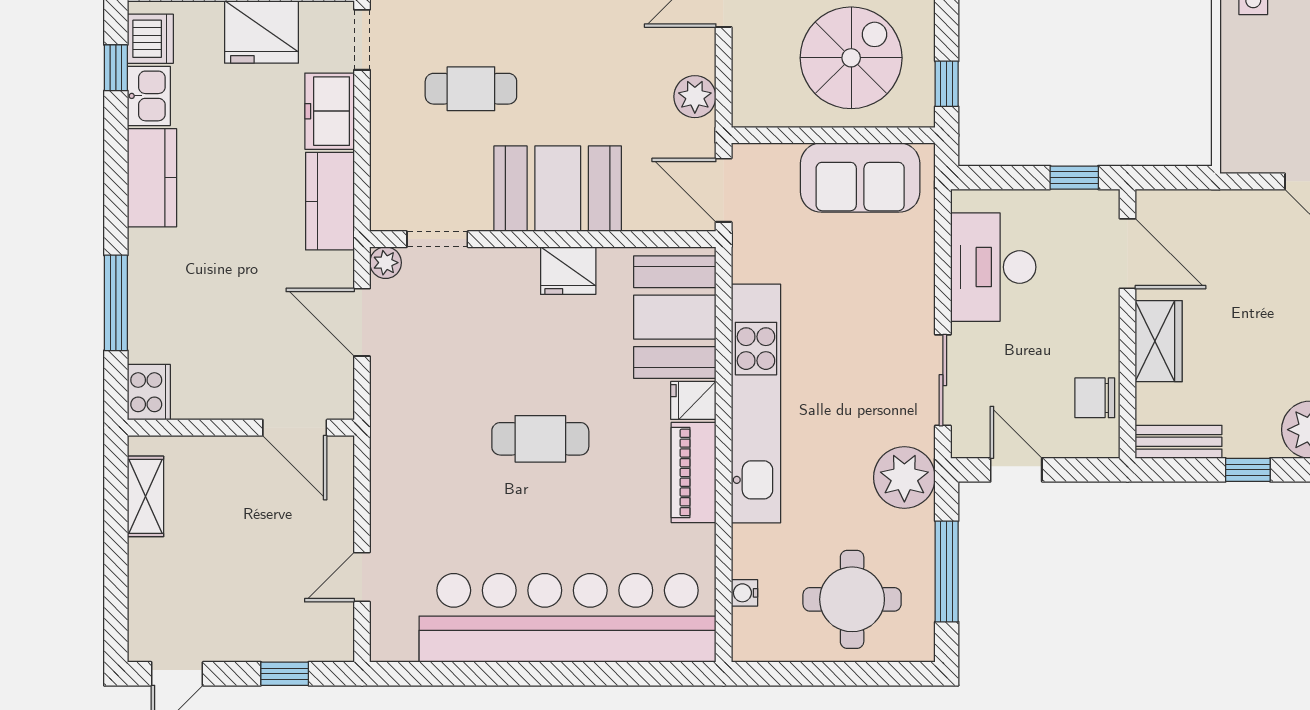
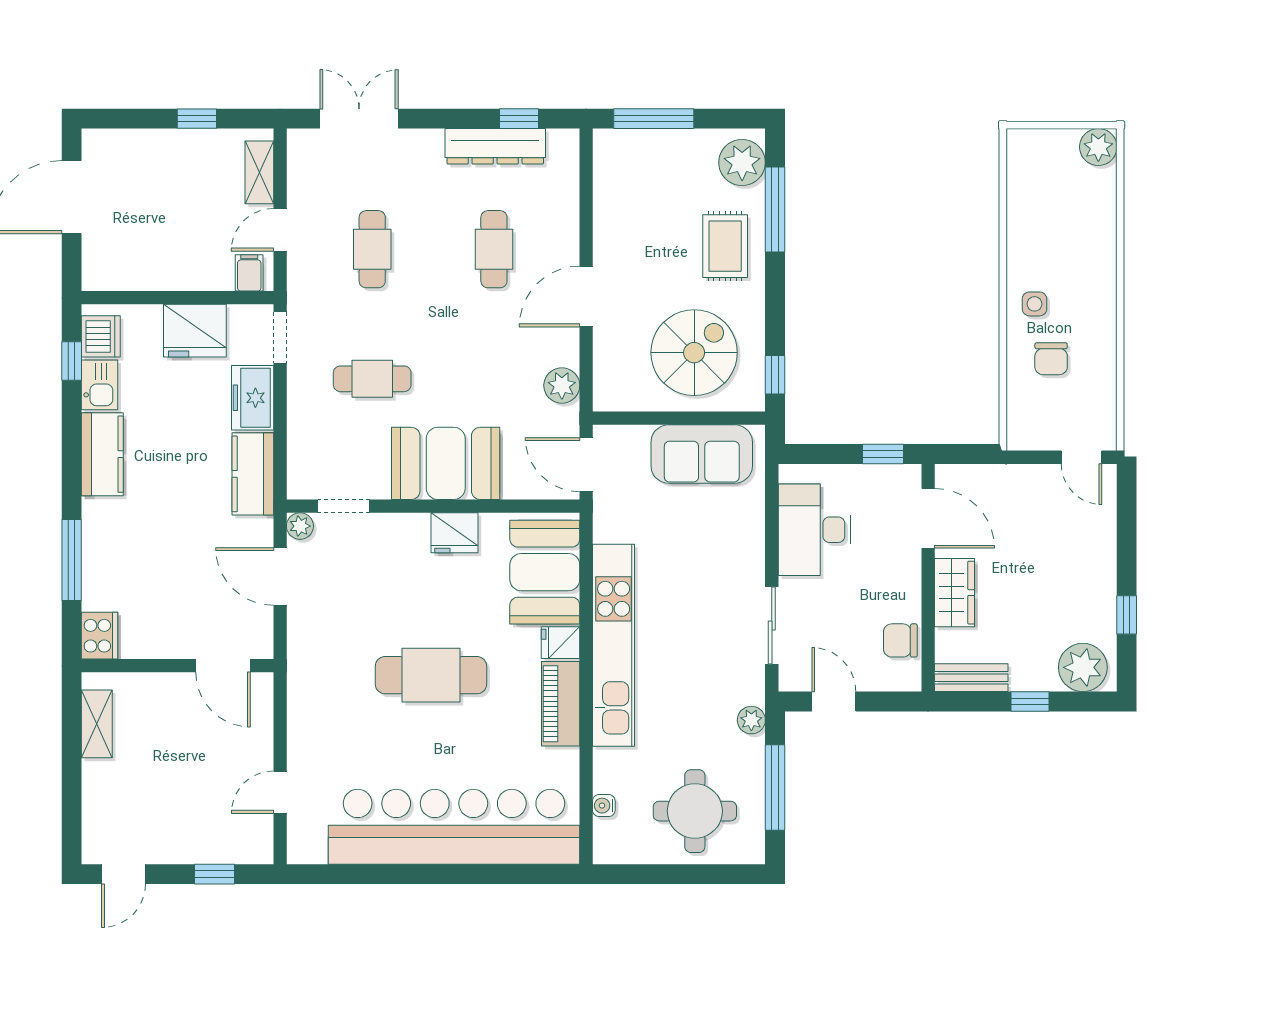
chair: (1273, 65) -> (1051, 359), added
cafe table: (540, 439) -> (431, 675), width x1.37, depth x1.35
plant: (904, 478) -> (751, 720), width x0.53, depth x0.53

